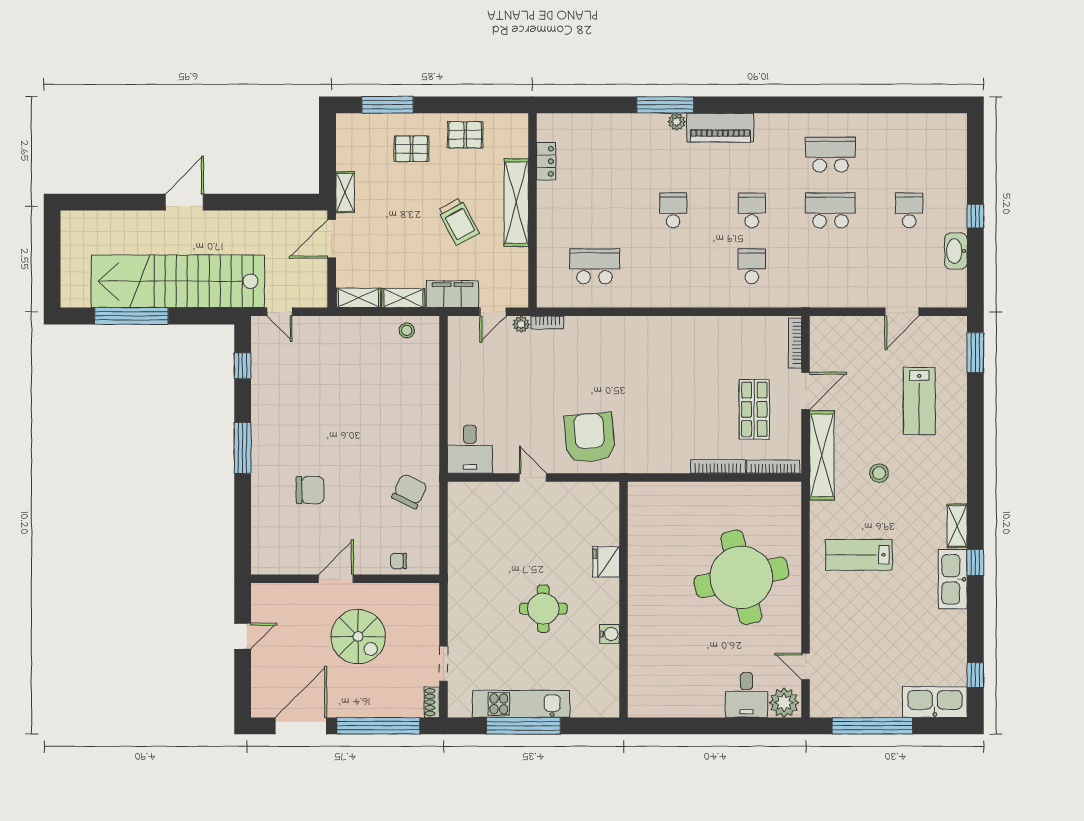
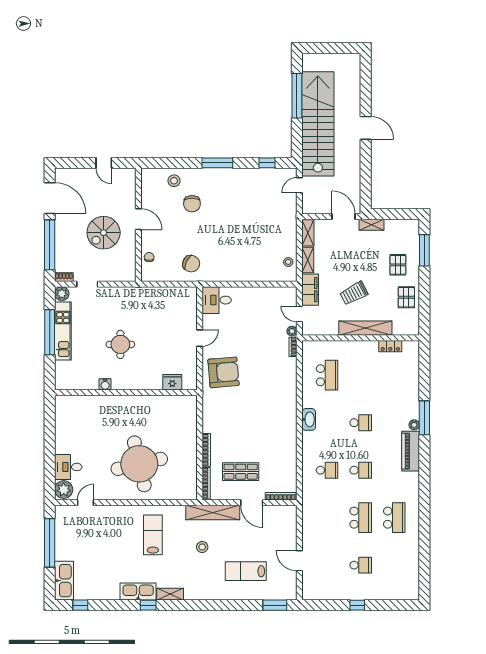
washbasin: (956, 251) -> (309, 419), moved, turned 90
stool: (272, 520) -> (174, 181), added
fridge: (606, 562) -> (172, 382), moved
plant: (459, 706) -> (62, 294), added

